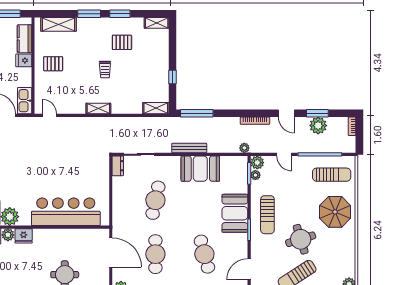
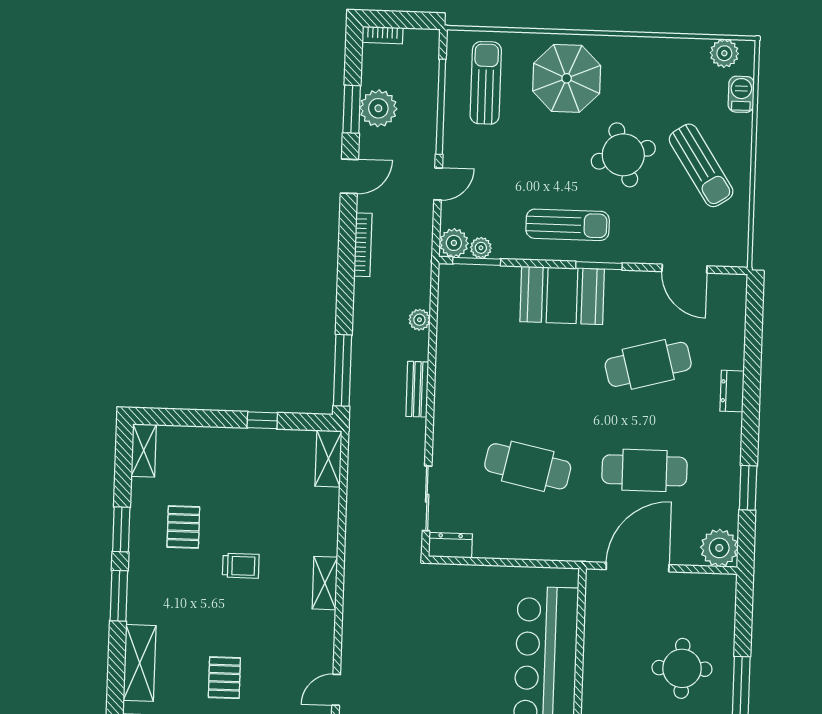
bench: (189, 148) -> (417, 389), width x0.73
plant: (244, 148) -> (419, 320), moved
booth: (200, 169) -> (463, 367), removed

